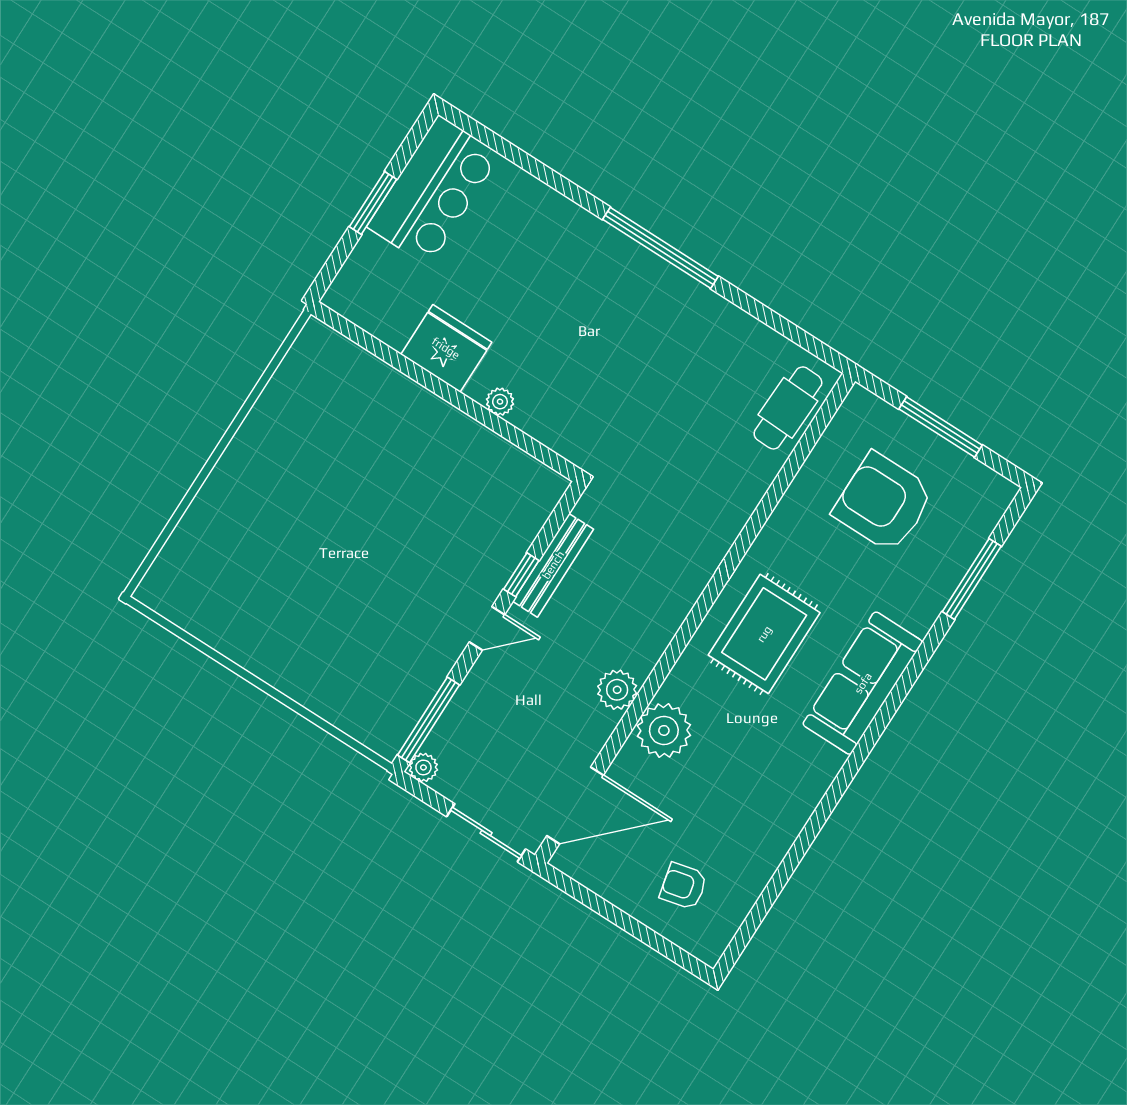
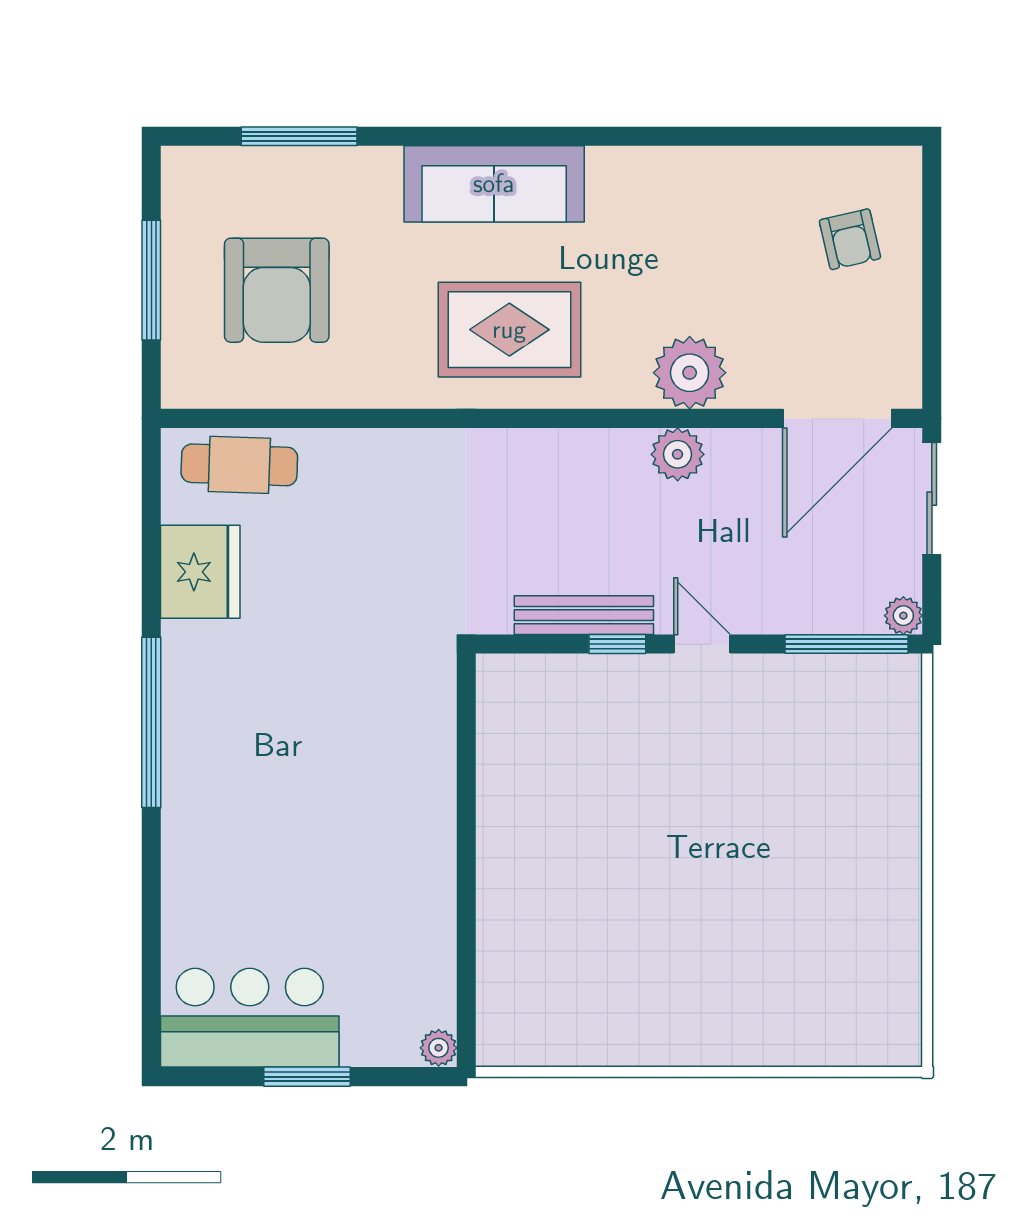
fridge: (446, 348) -> (200, 572), moved, turned 180
plant: (500, 402) -> (439, 1048), moved
door: (575, 806) -> (837, 418), swing flipped

